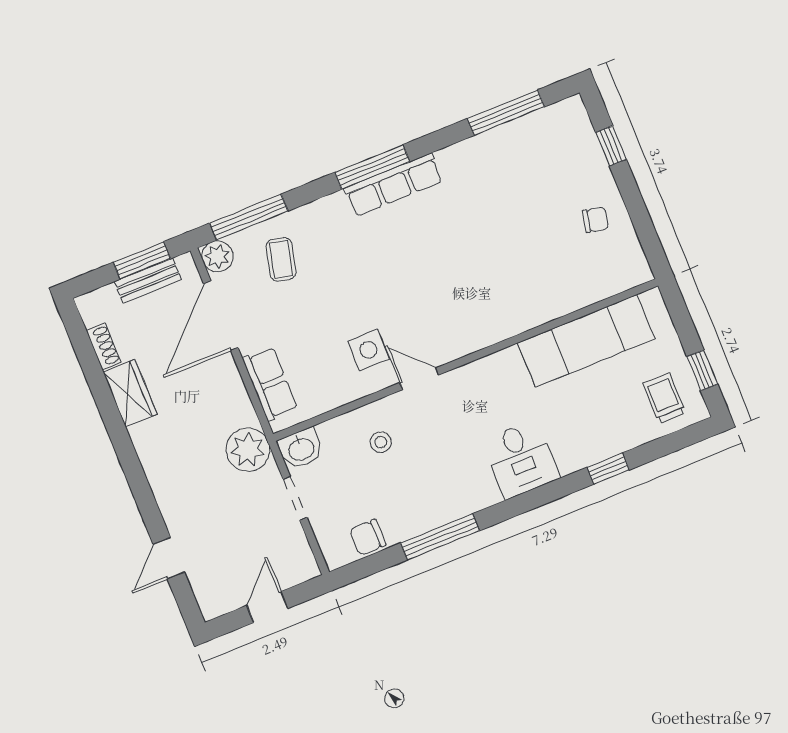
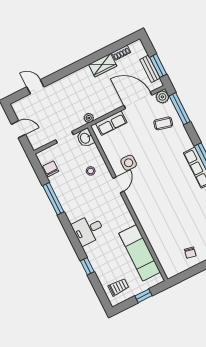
window: (702, 370) -> (144, 296), moved
plant: (248, 450) -> (89, 118), width x0.53, depth x0.53

